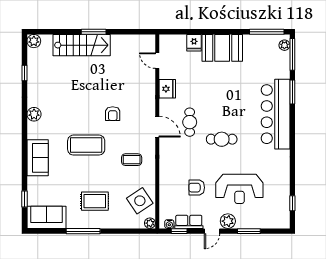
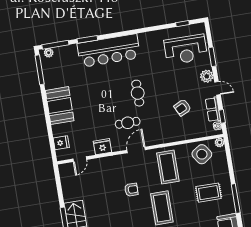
fridge: (194, 43) -> (61, 143), moved
coffee table: (132, 160) -> (168, 167), width x1.86, depth x1.72
armchair: (197, 188) -> (183, 108), turned 64
reception desk: (239, 189) -> (186, 49), moved, turned 90
rug: (95, 201) -> (209, 193), turned 90

